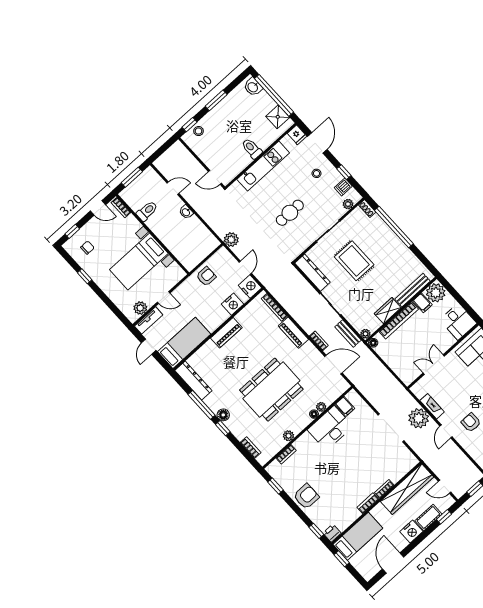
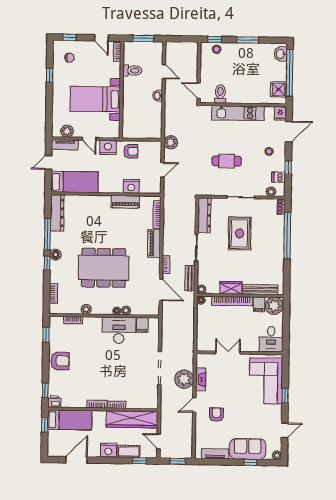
toilet: (252, 149) -> (220, 94), moved
nightstand: (250, 287) -> (108, 148), moved, turned -90
piano: (226, 333) -> (125, 202), moved

